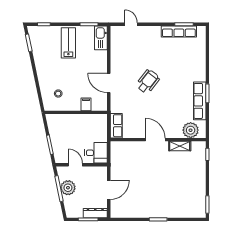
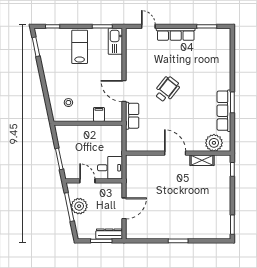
row of seats: (179, 31) -> (176, 34), moved
row of seats: (116, 126) -> (132, 116), moved

